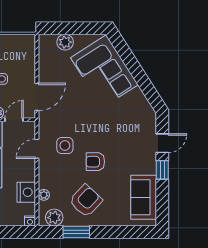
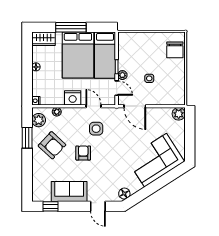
plant: (65, 42) -> (179, 114), moved
floor lamp: (146, 110) -> (124, 194), added
window: (162, 170) -> (50, 206), moved
nightstand: (26, 192) -> (73, 98), moved
sofa: (144, 197) -> (69, 191), moved

